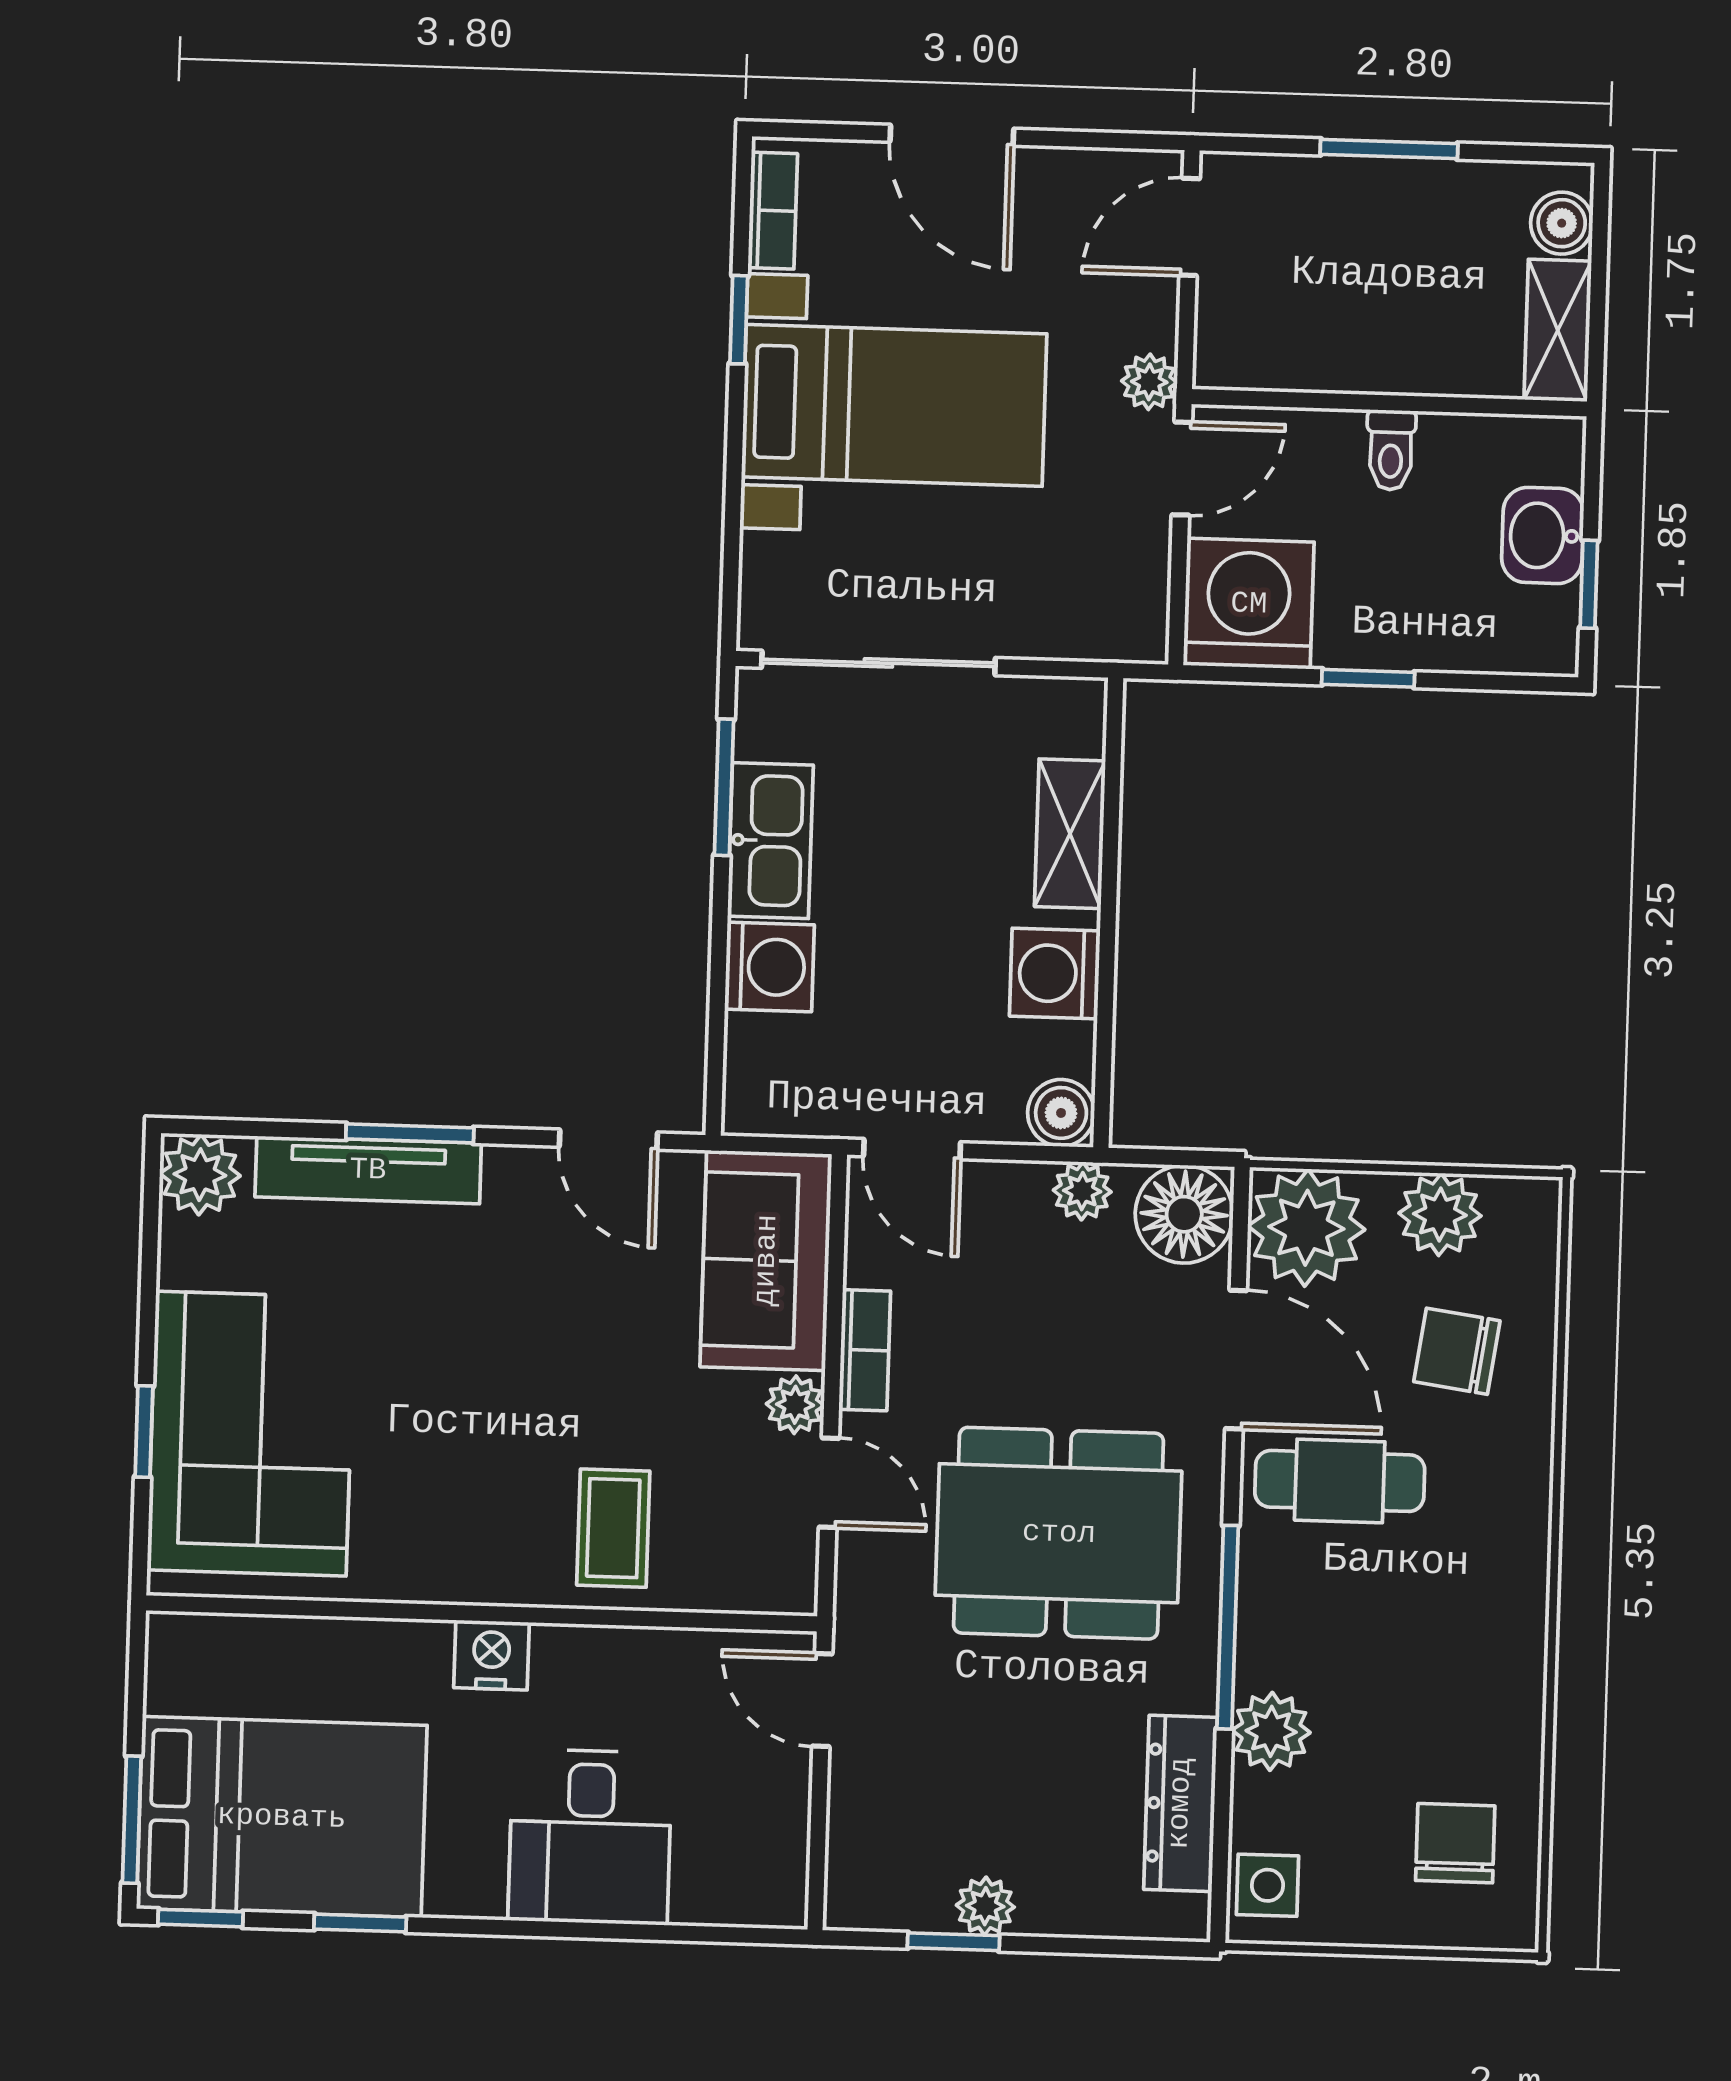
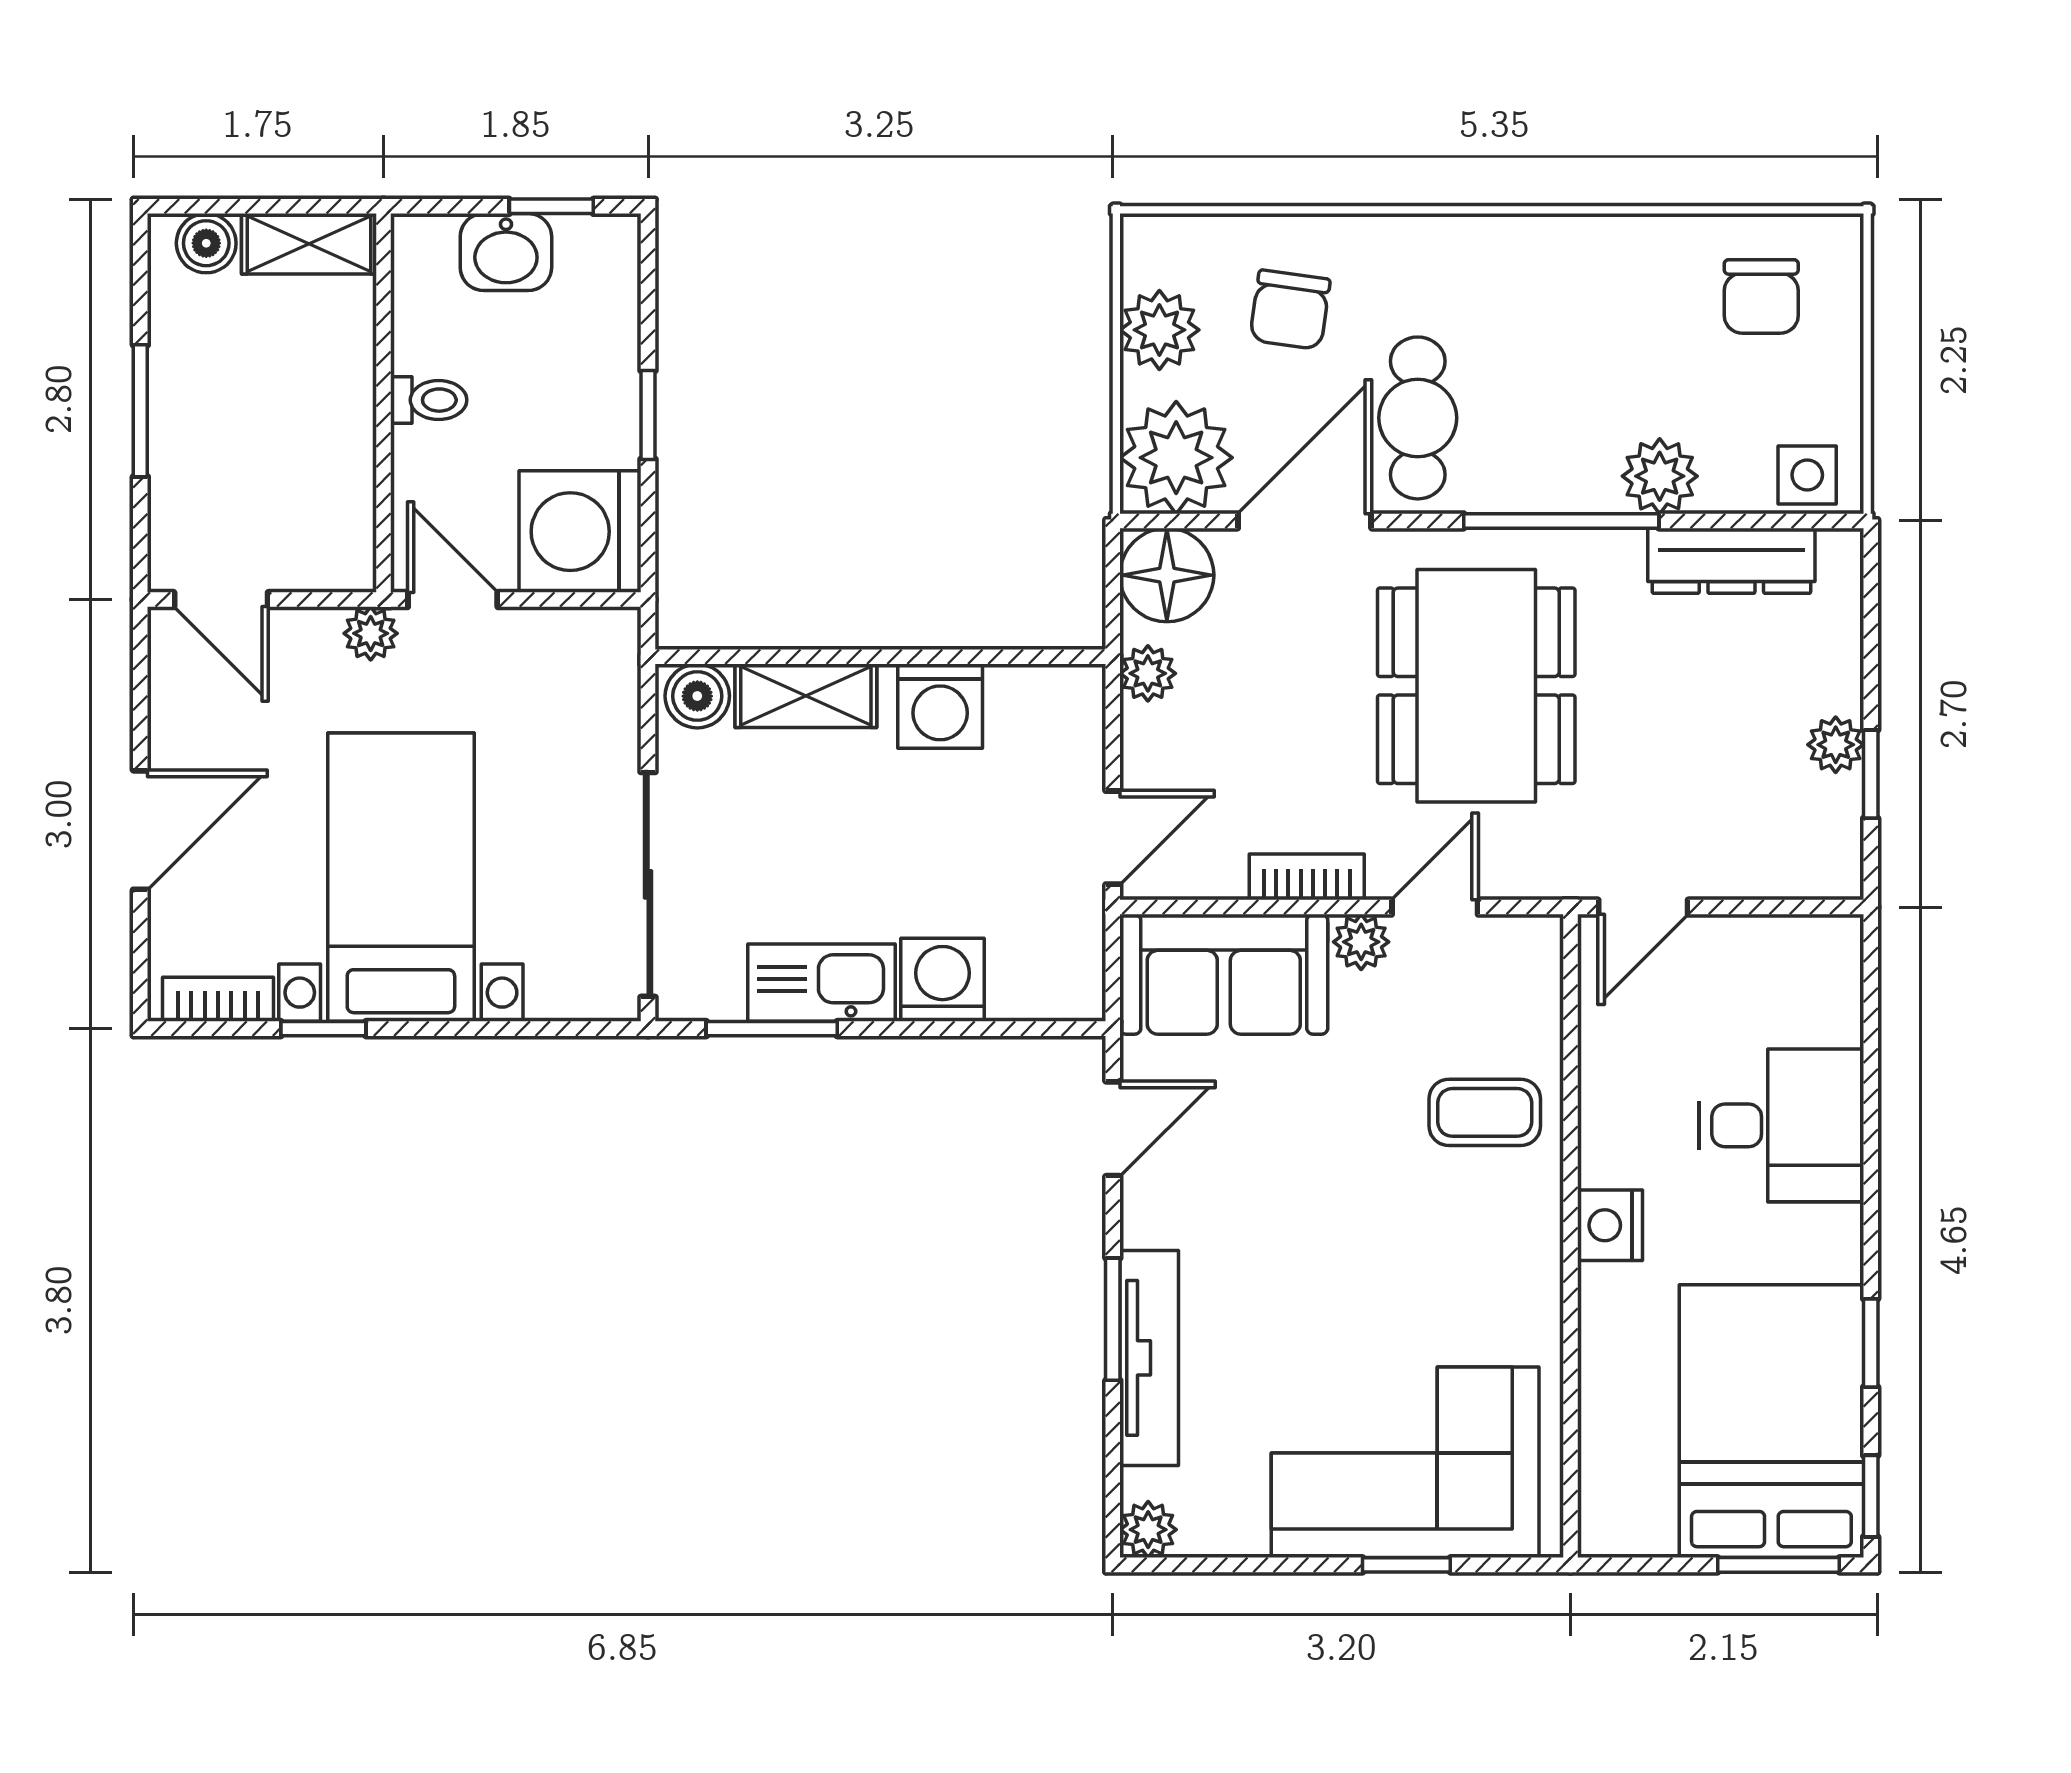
boiler: (1061, 1113) -> (697, 696), moved
plant: (200, 1175) -> (1148, 1530), width x0.73, depth x0.73
chair: (1455, 1843) -> (1761, 296), turned -90

